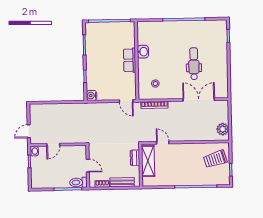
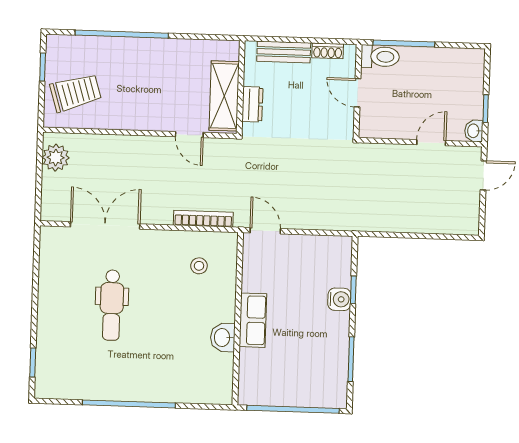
water cooler: (91, 95) -> (339, 299), moved
double door: (199, 100) -> (105, 225), swing flipped

